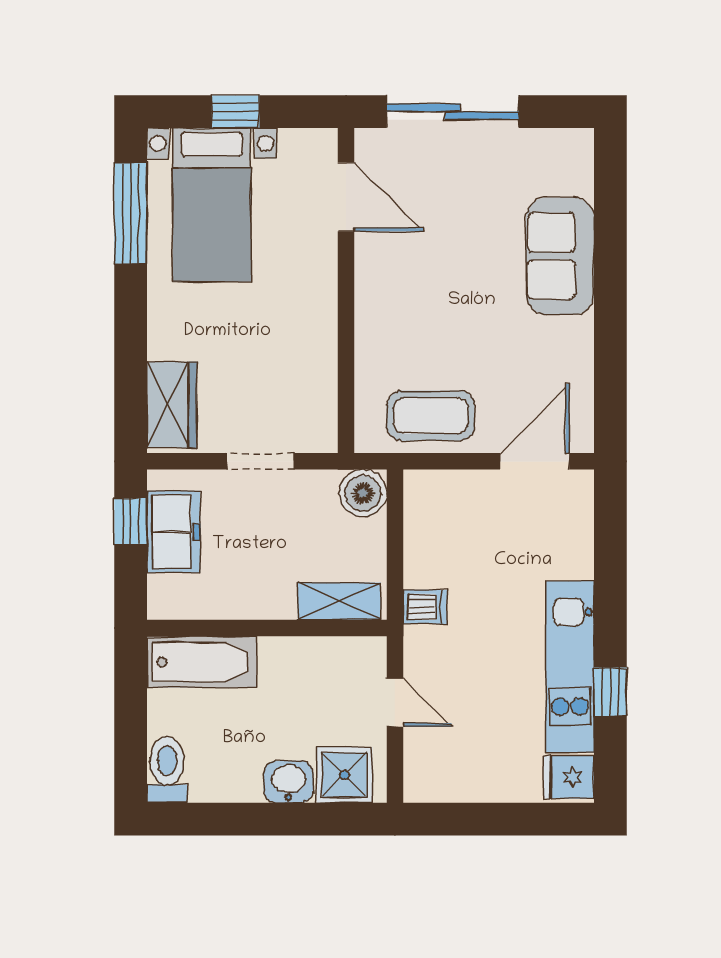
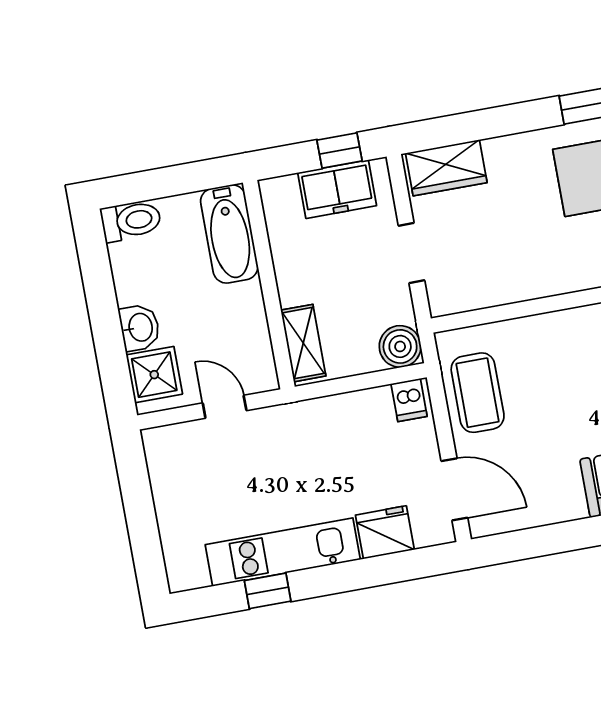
dishwasher: (425, 607) -> (409, 400), moved
door: (395, 703) -> (225, 407), swing flipped
fridge: (569, 777) -> (385, 532), moved, width x1.38

